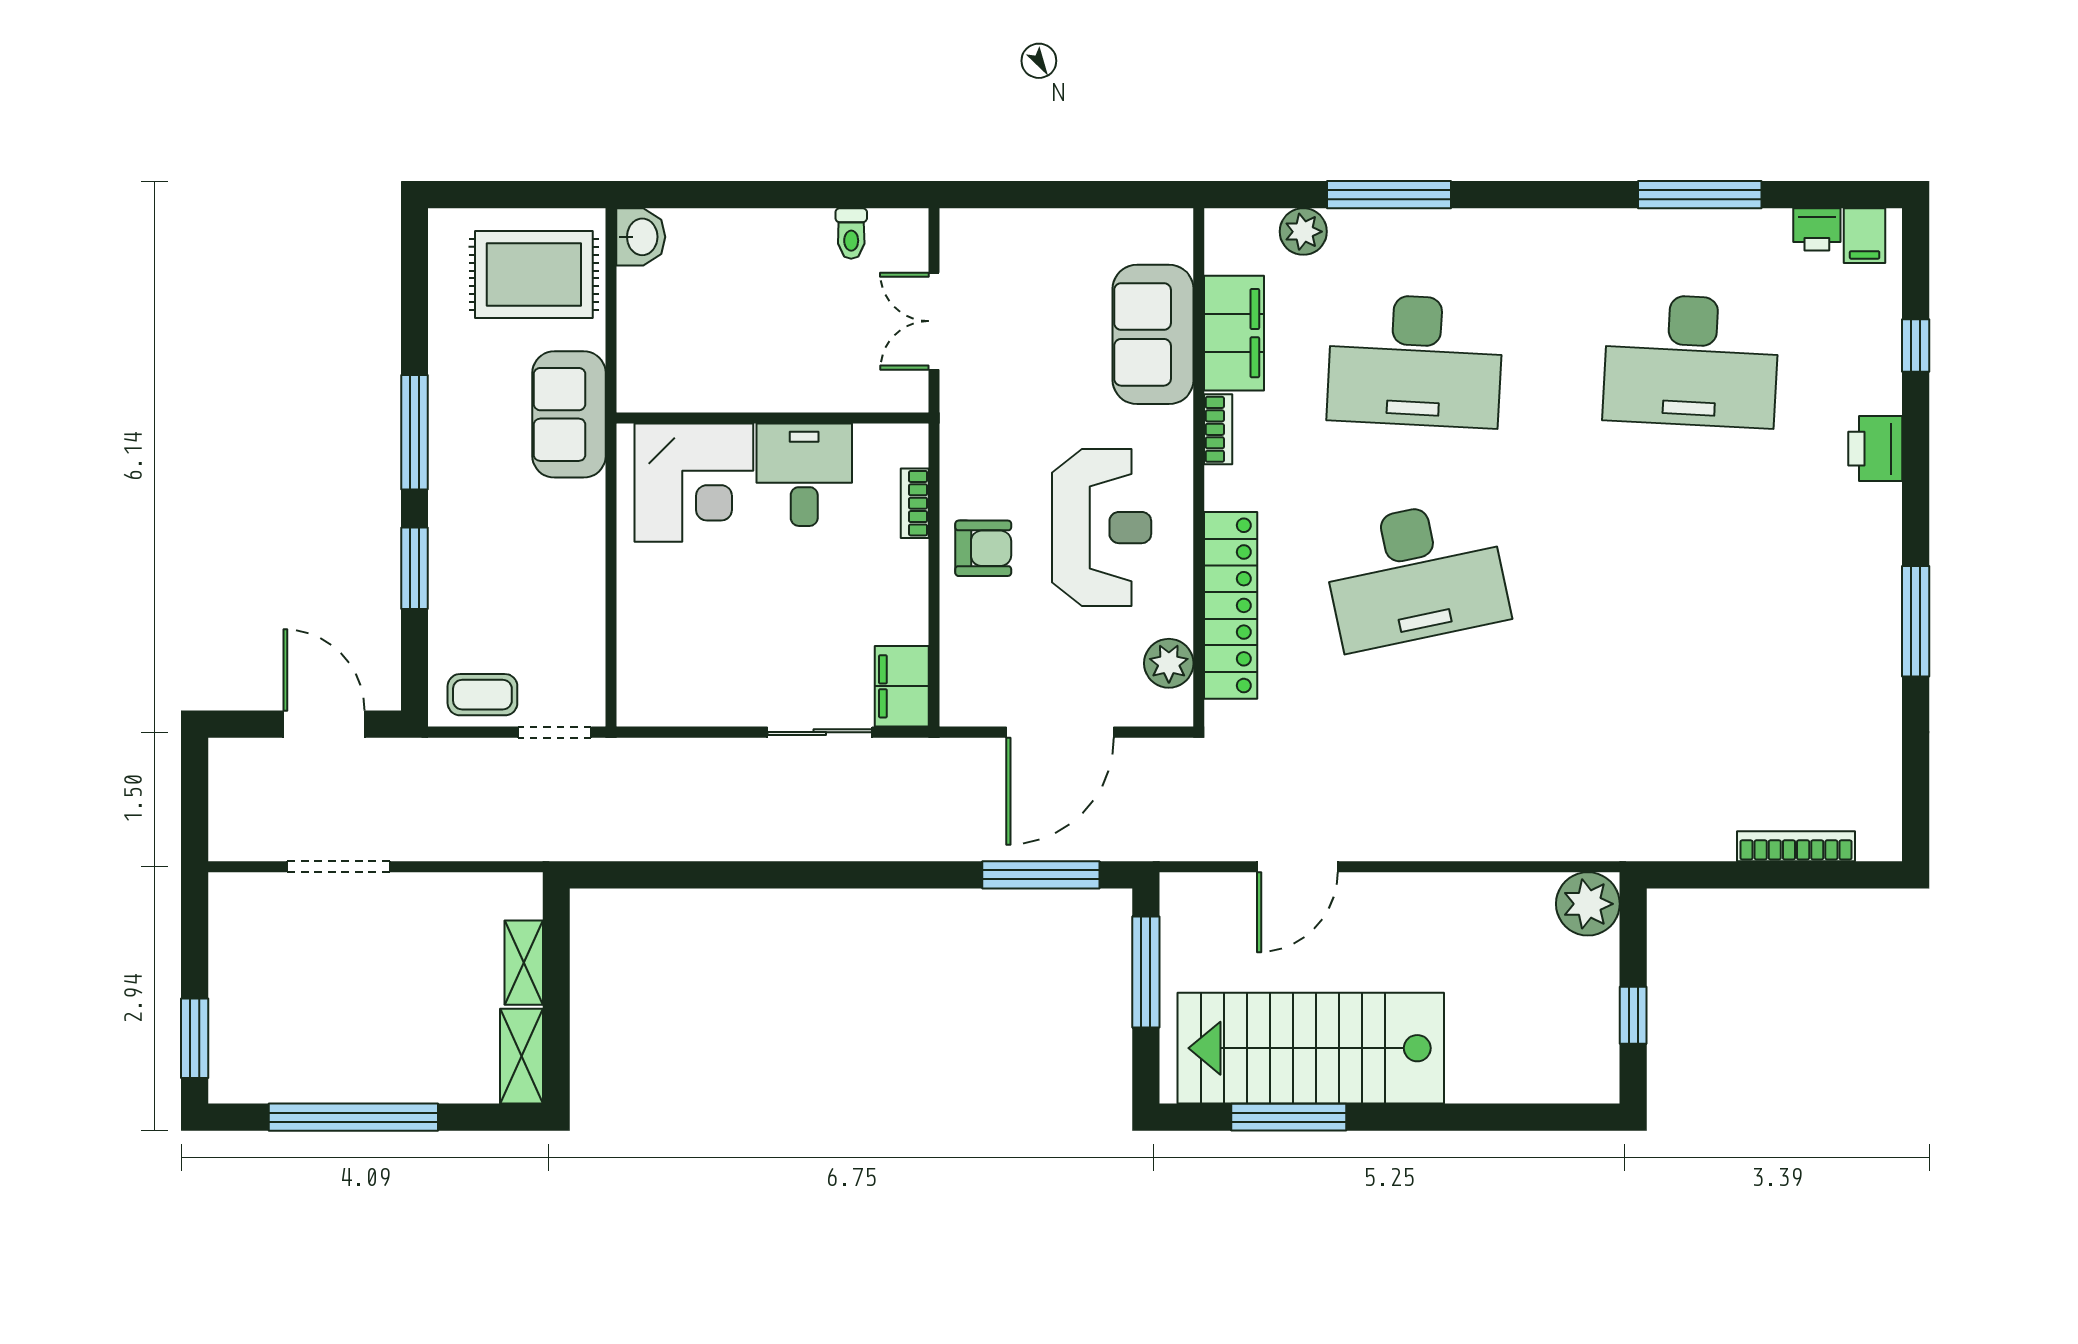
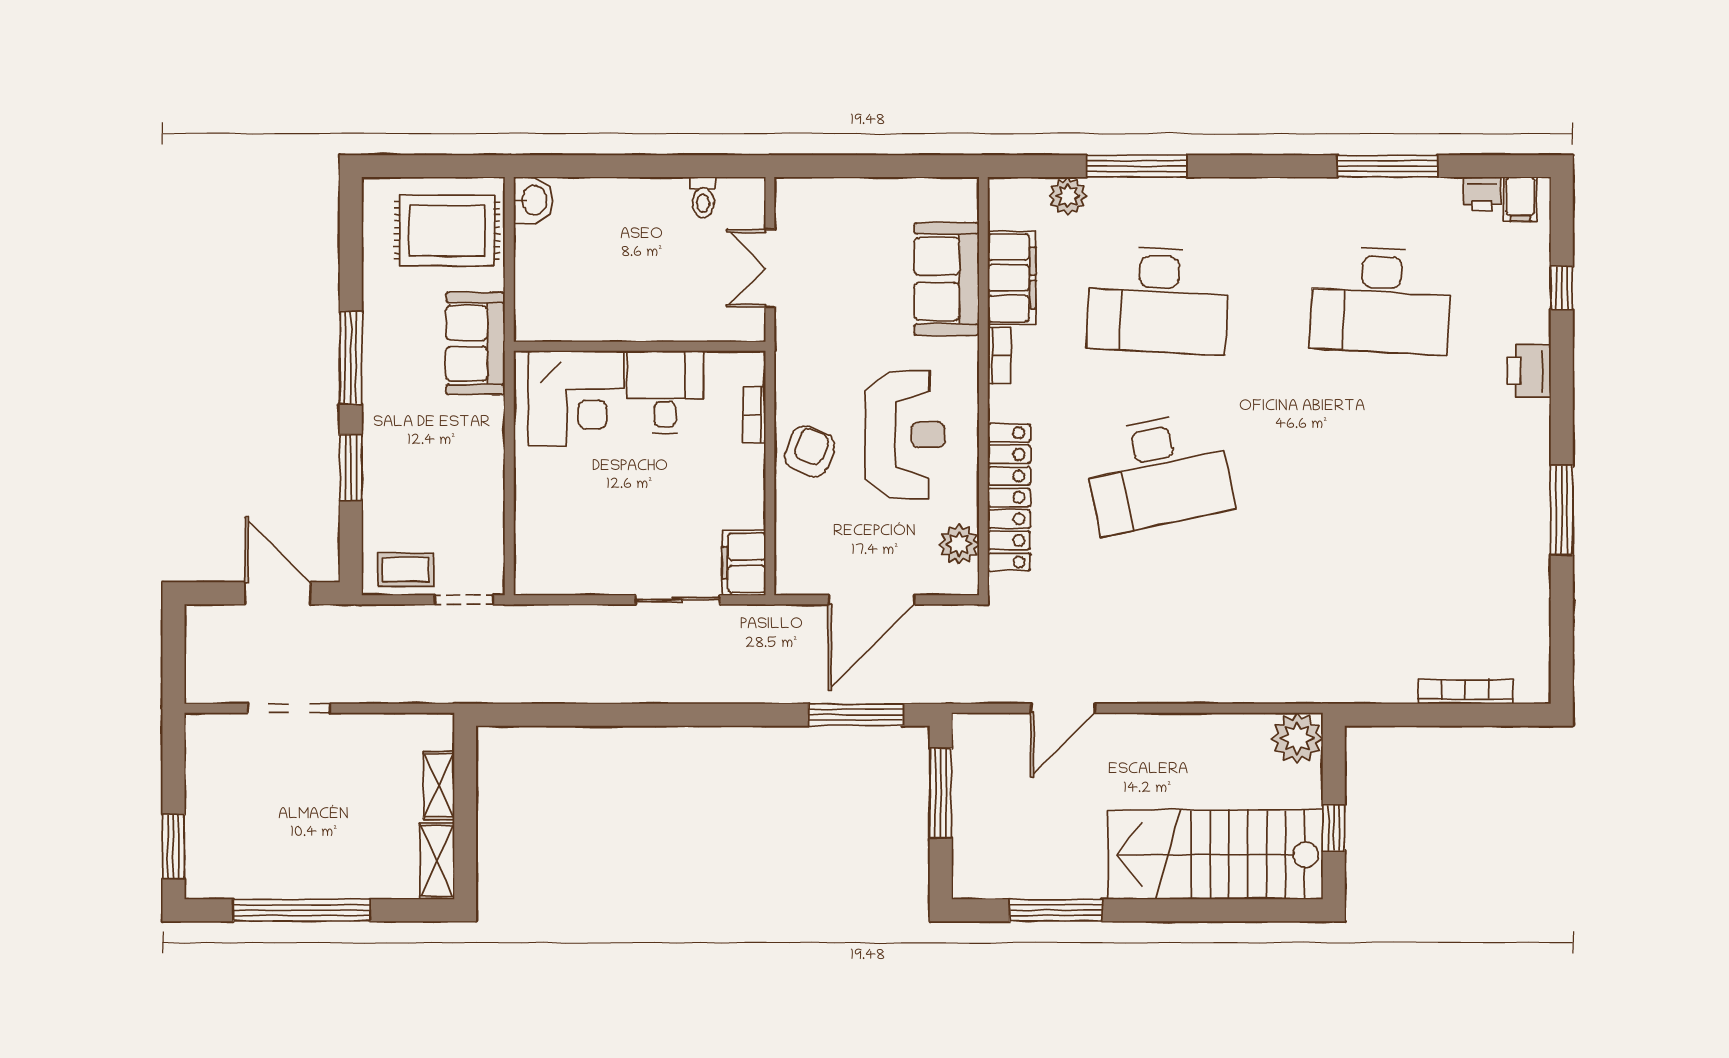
armchair: (983, 548) -> (810, 451), turned -68
stairs: (1311, 1048) -> (1215, 855), moved

